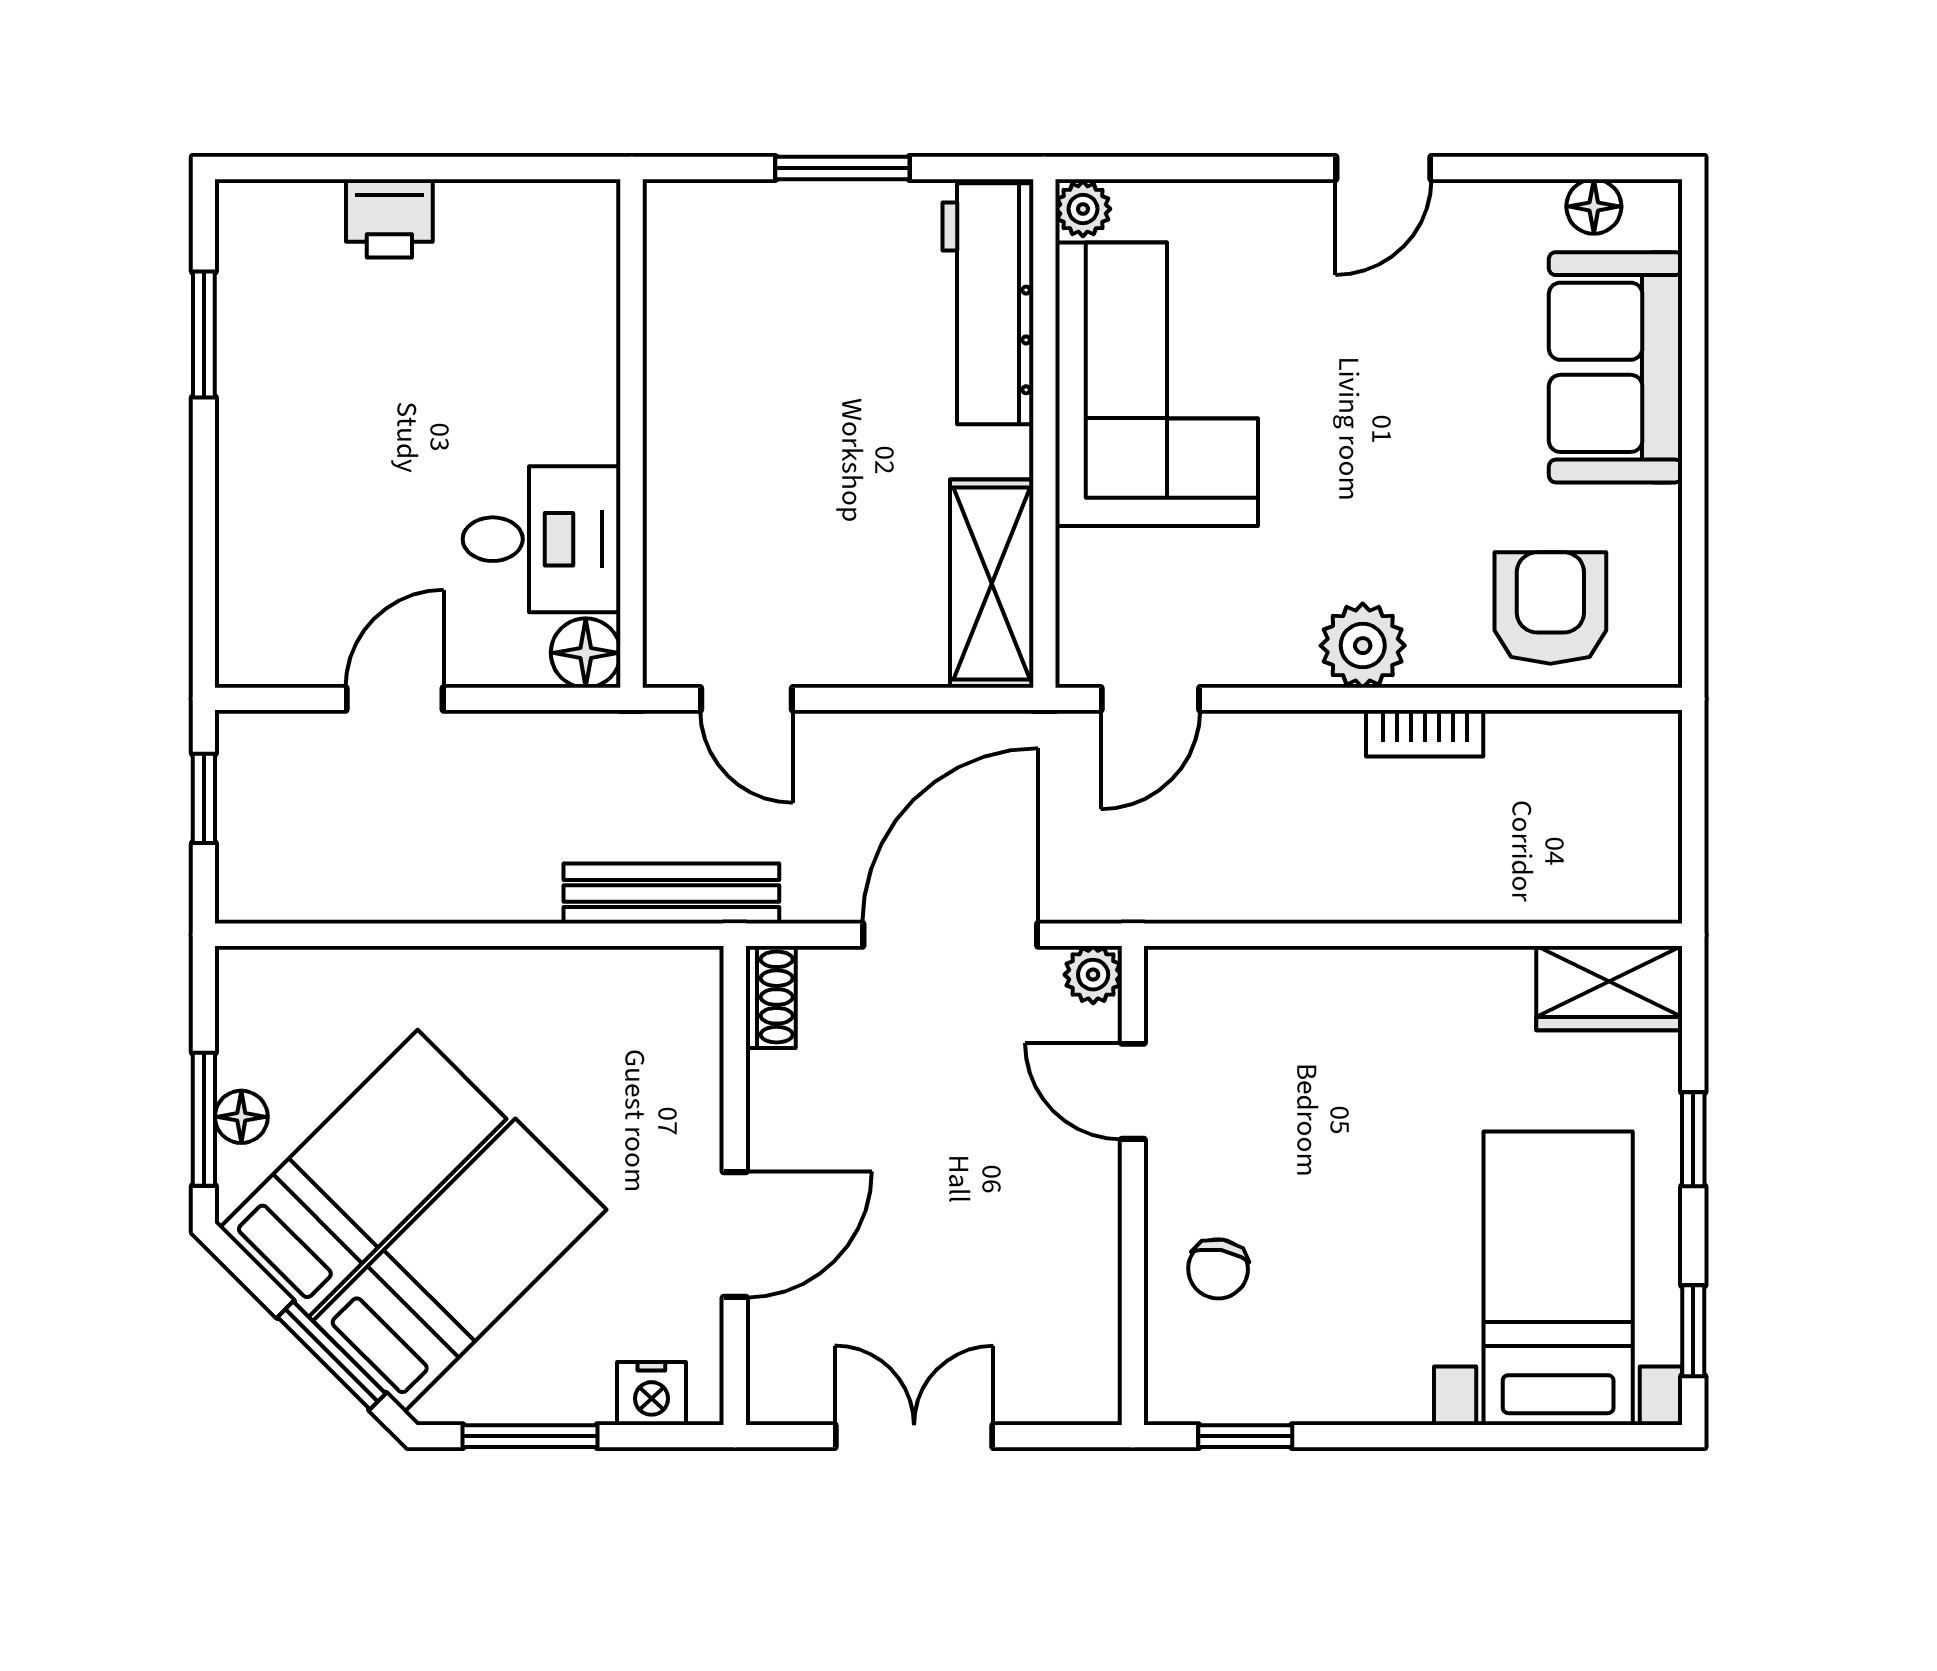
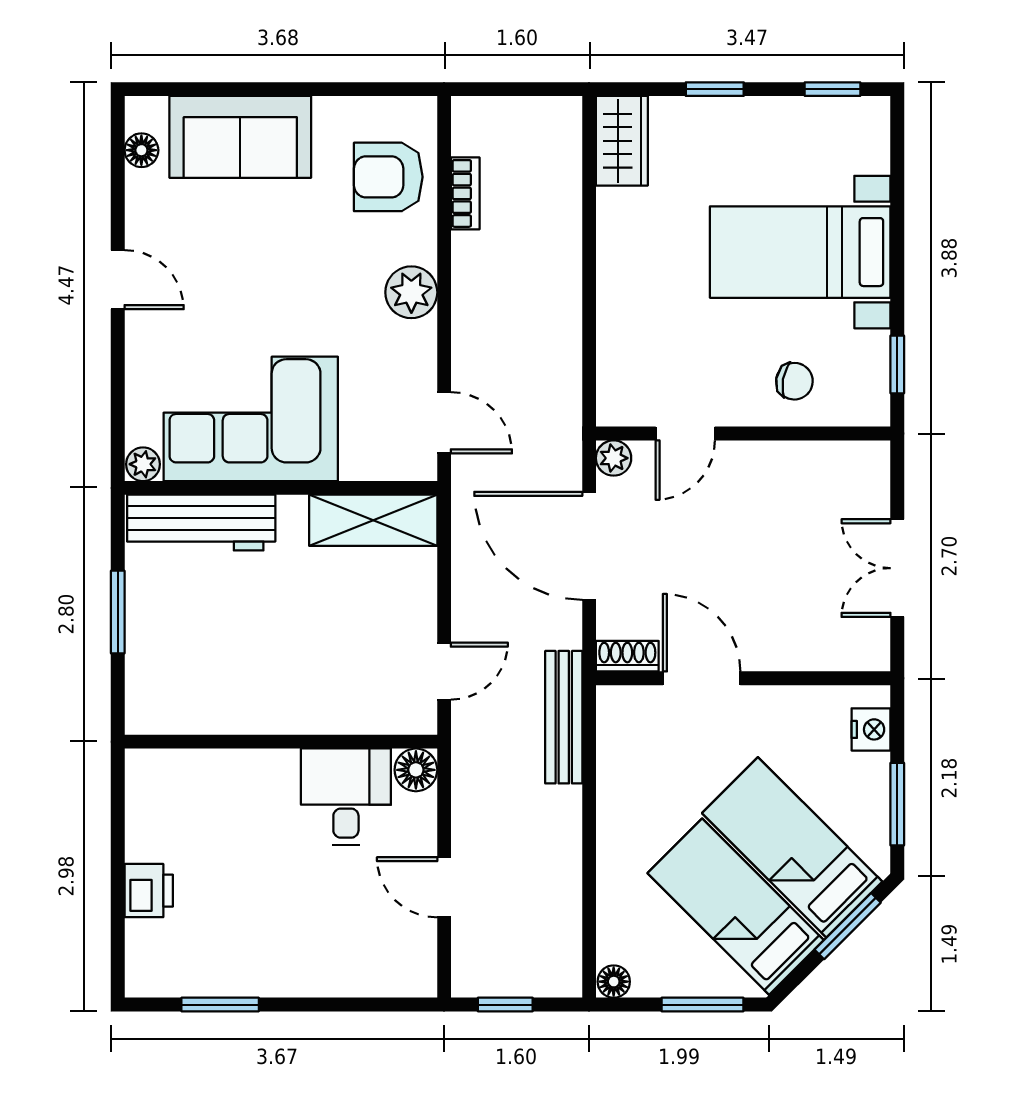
bookcase: (1425, 733) -> (465, 193), moved
floor lamp: (241, 1117) -> (614, 982), moved
door: (735, 1234) -> (702, 678), moved
bed with nightstands: (1558, 1278) -> (800, 252), moved

